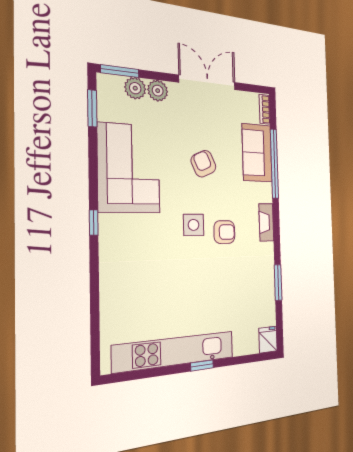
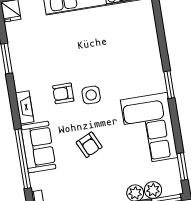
sofa: (257, 153) -> (38, 147), moved
window: (94, 223) -> (169, 85), width x1.50

